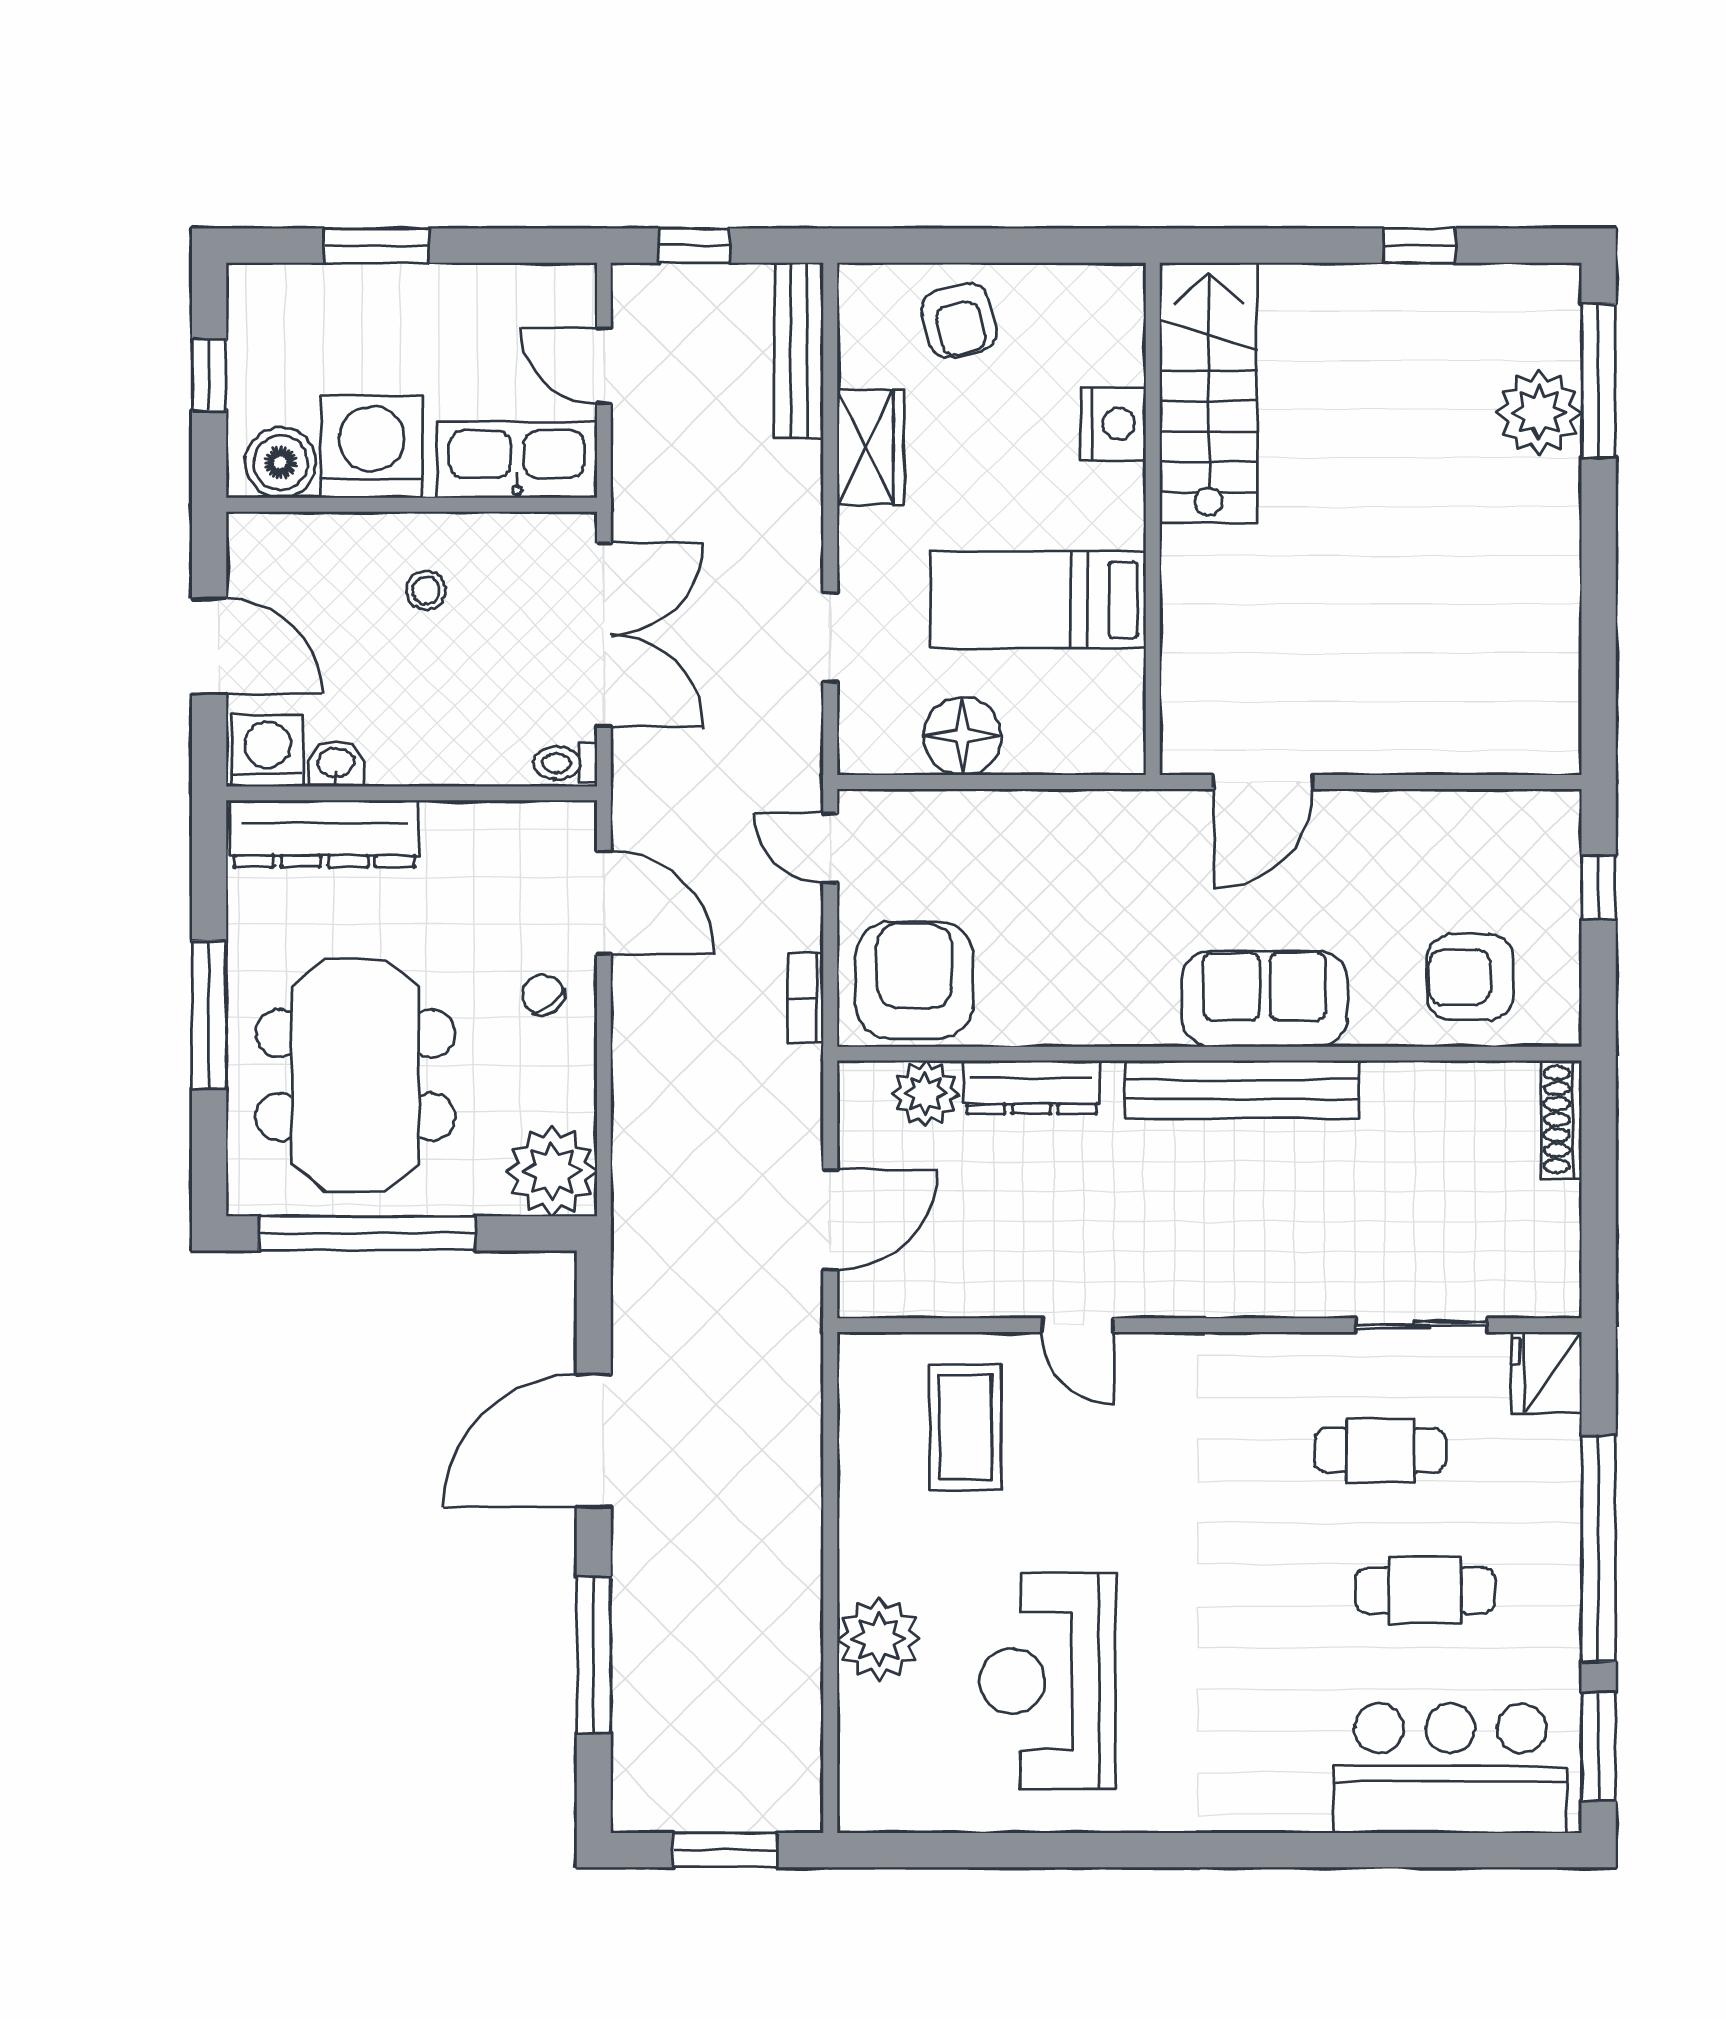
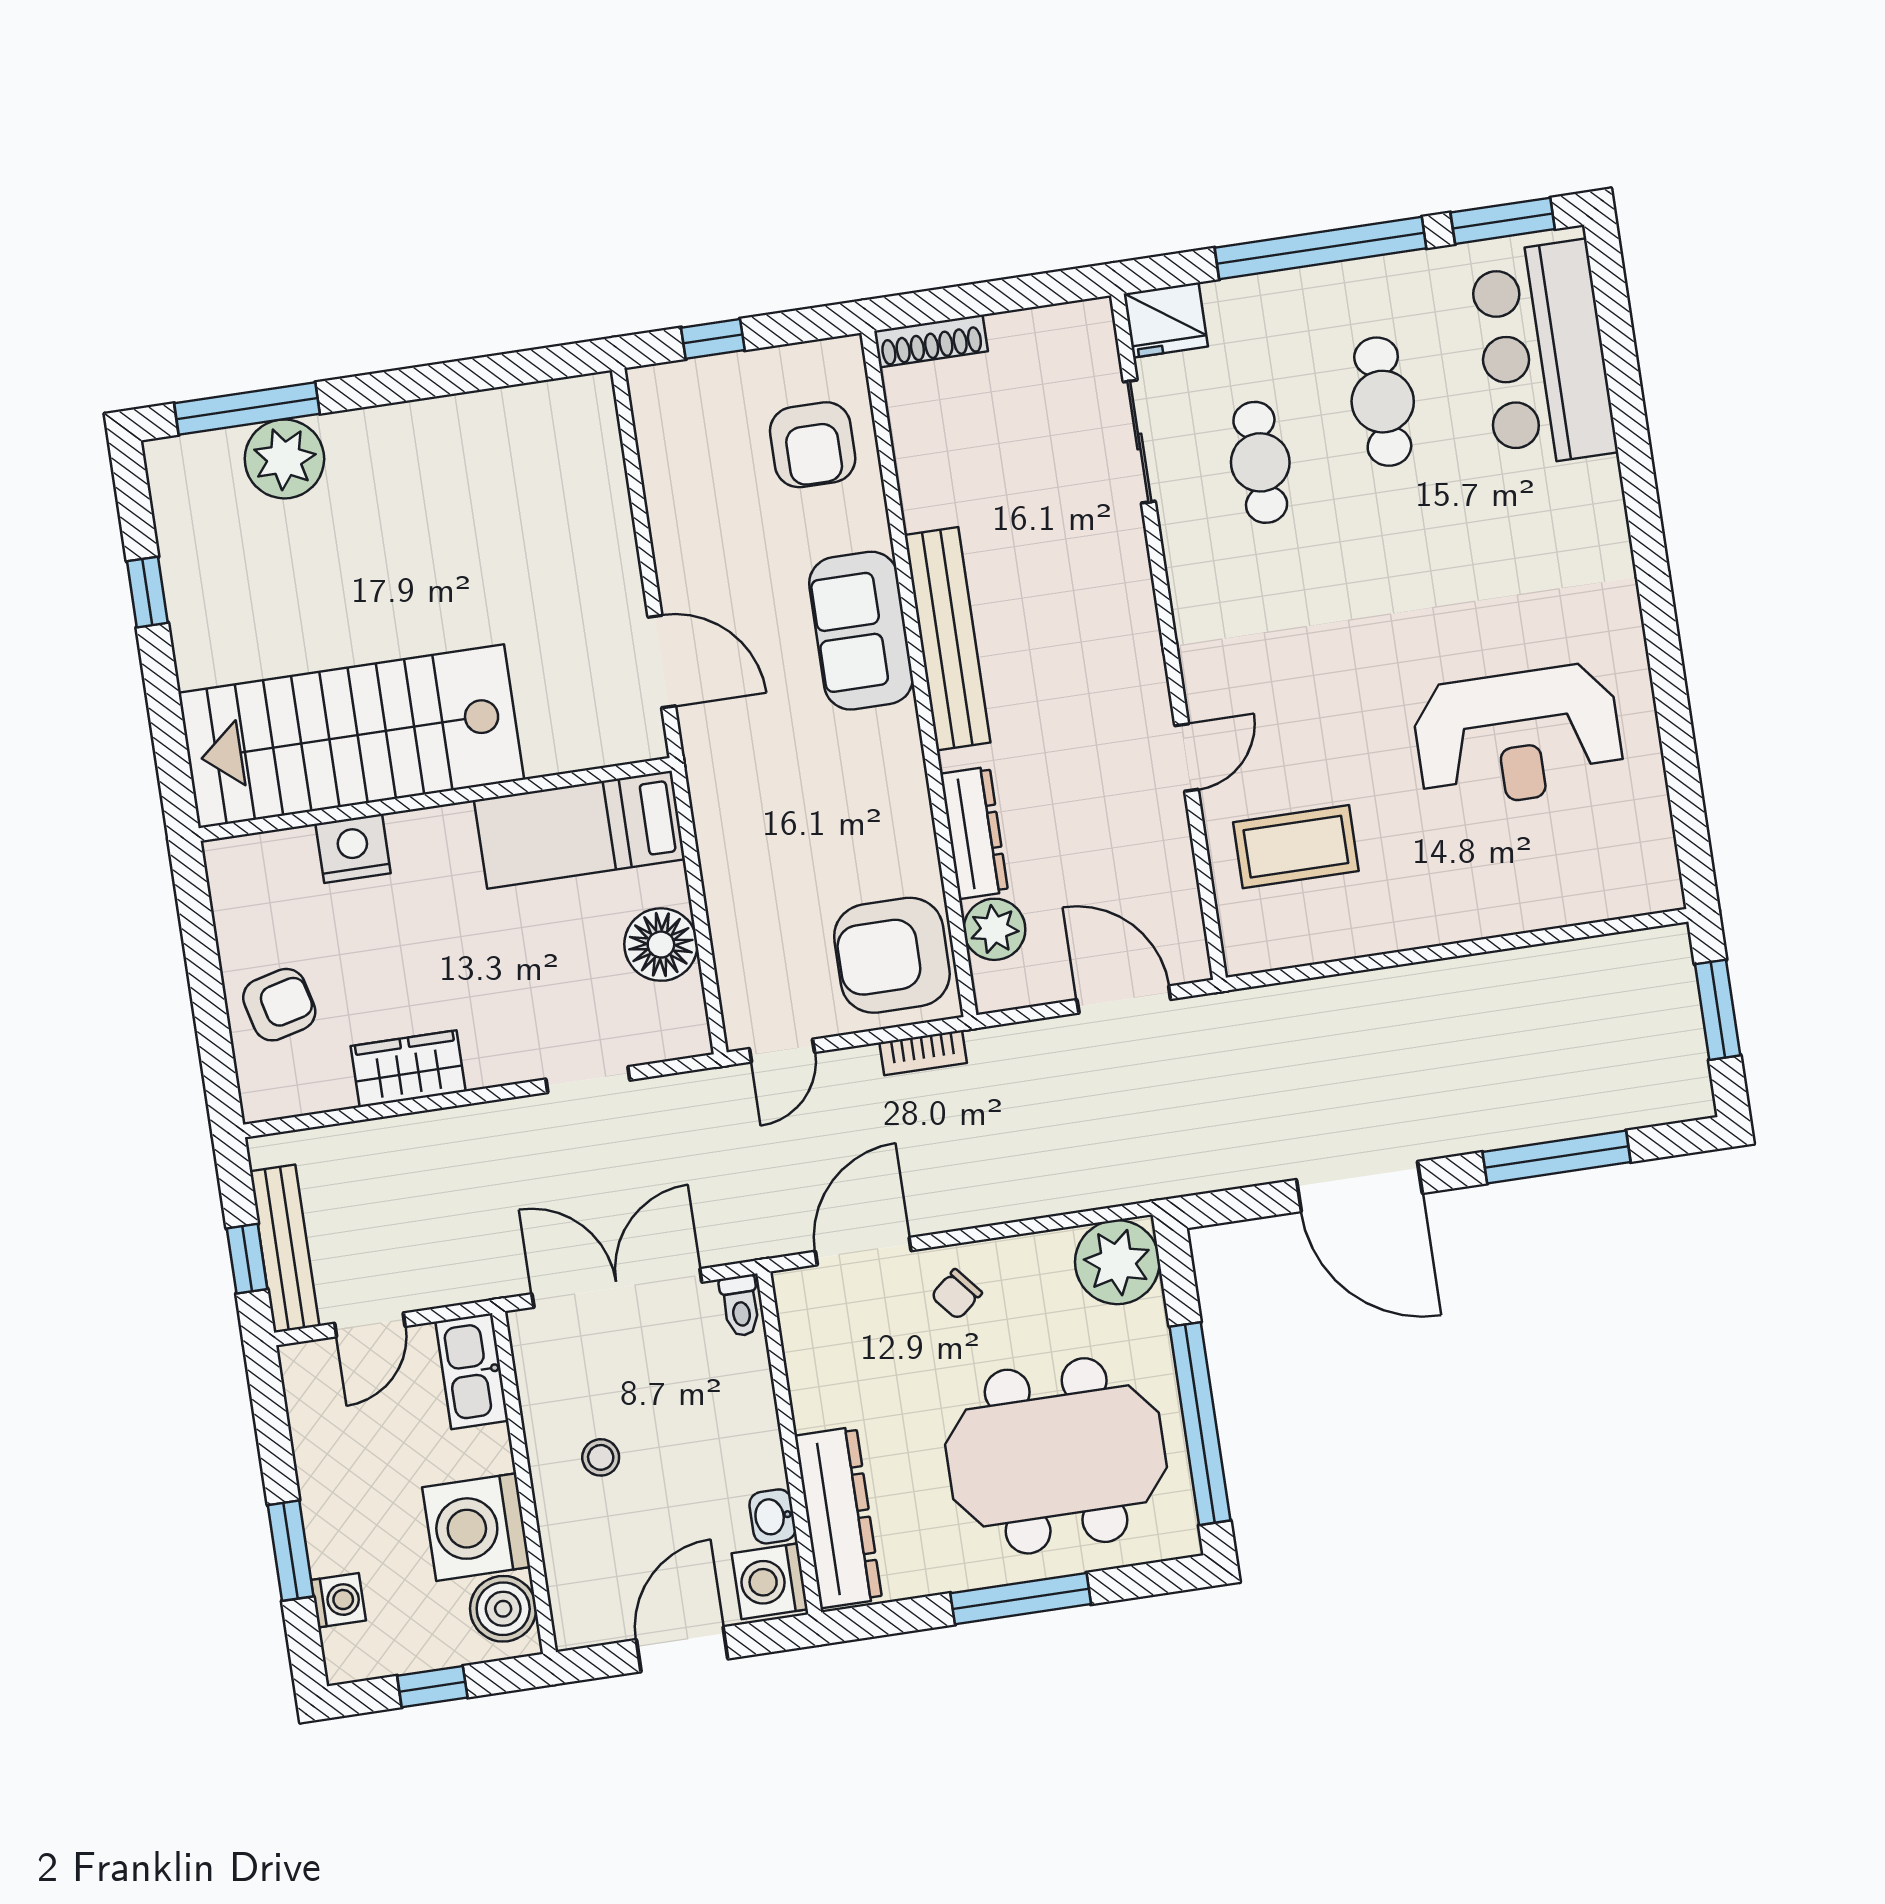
washing machine: (316, 289) -> (338, 1600), added
bench: (799, 351) -> (285, 1249), moved, turned 90
stairs: (1209, 392) -> (351, 736), width x1.36, depth x1.51
kitchen sink: (517, 460) -> (472, 1371), width x0.73, depth x0.81
bed: (1038, 600) -> (579, 830), moved, turned 90
plant: (879, 1639) -> (1502, 897), removed

